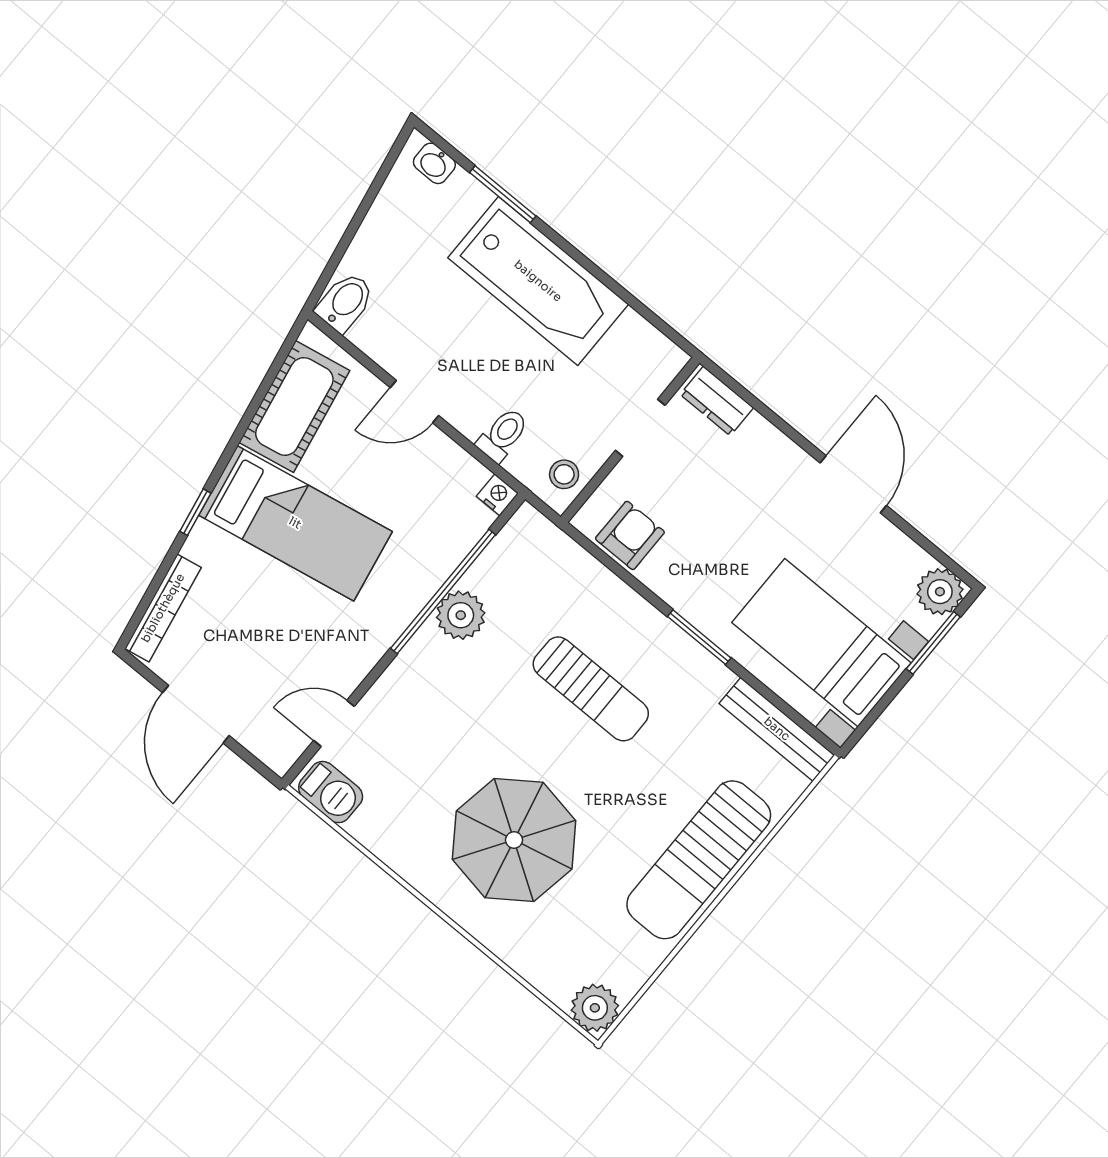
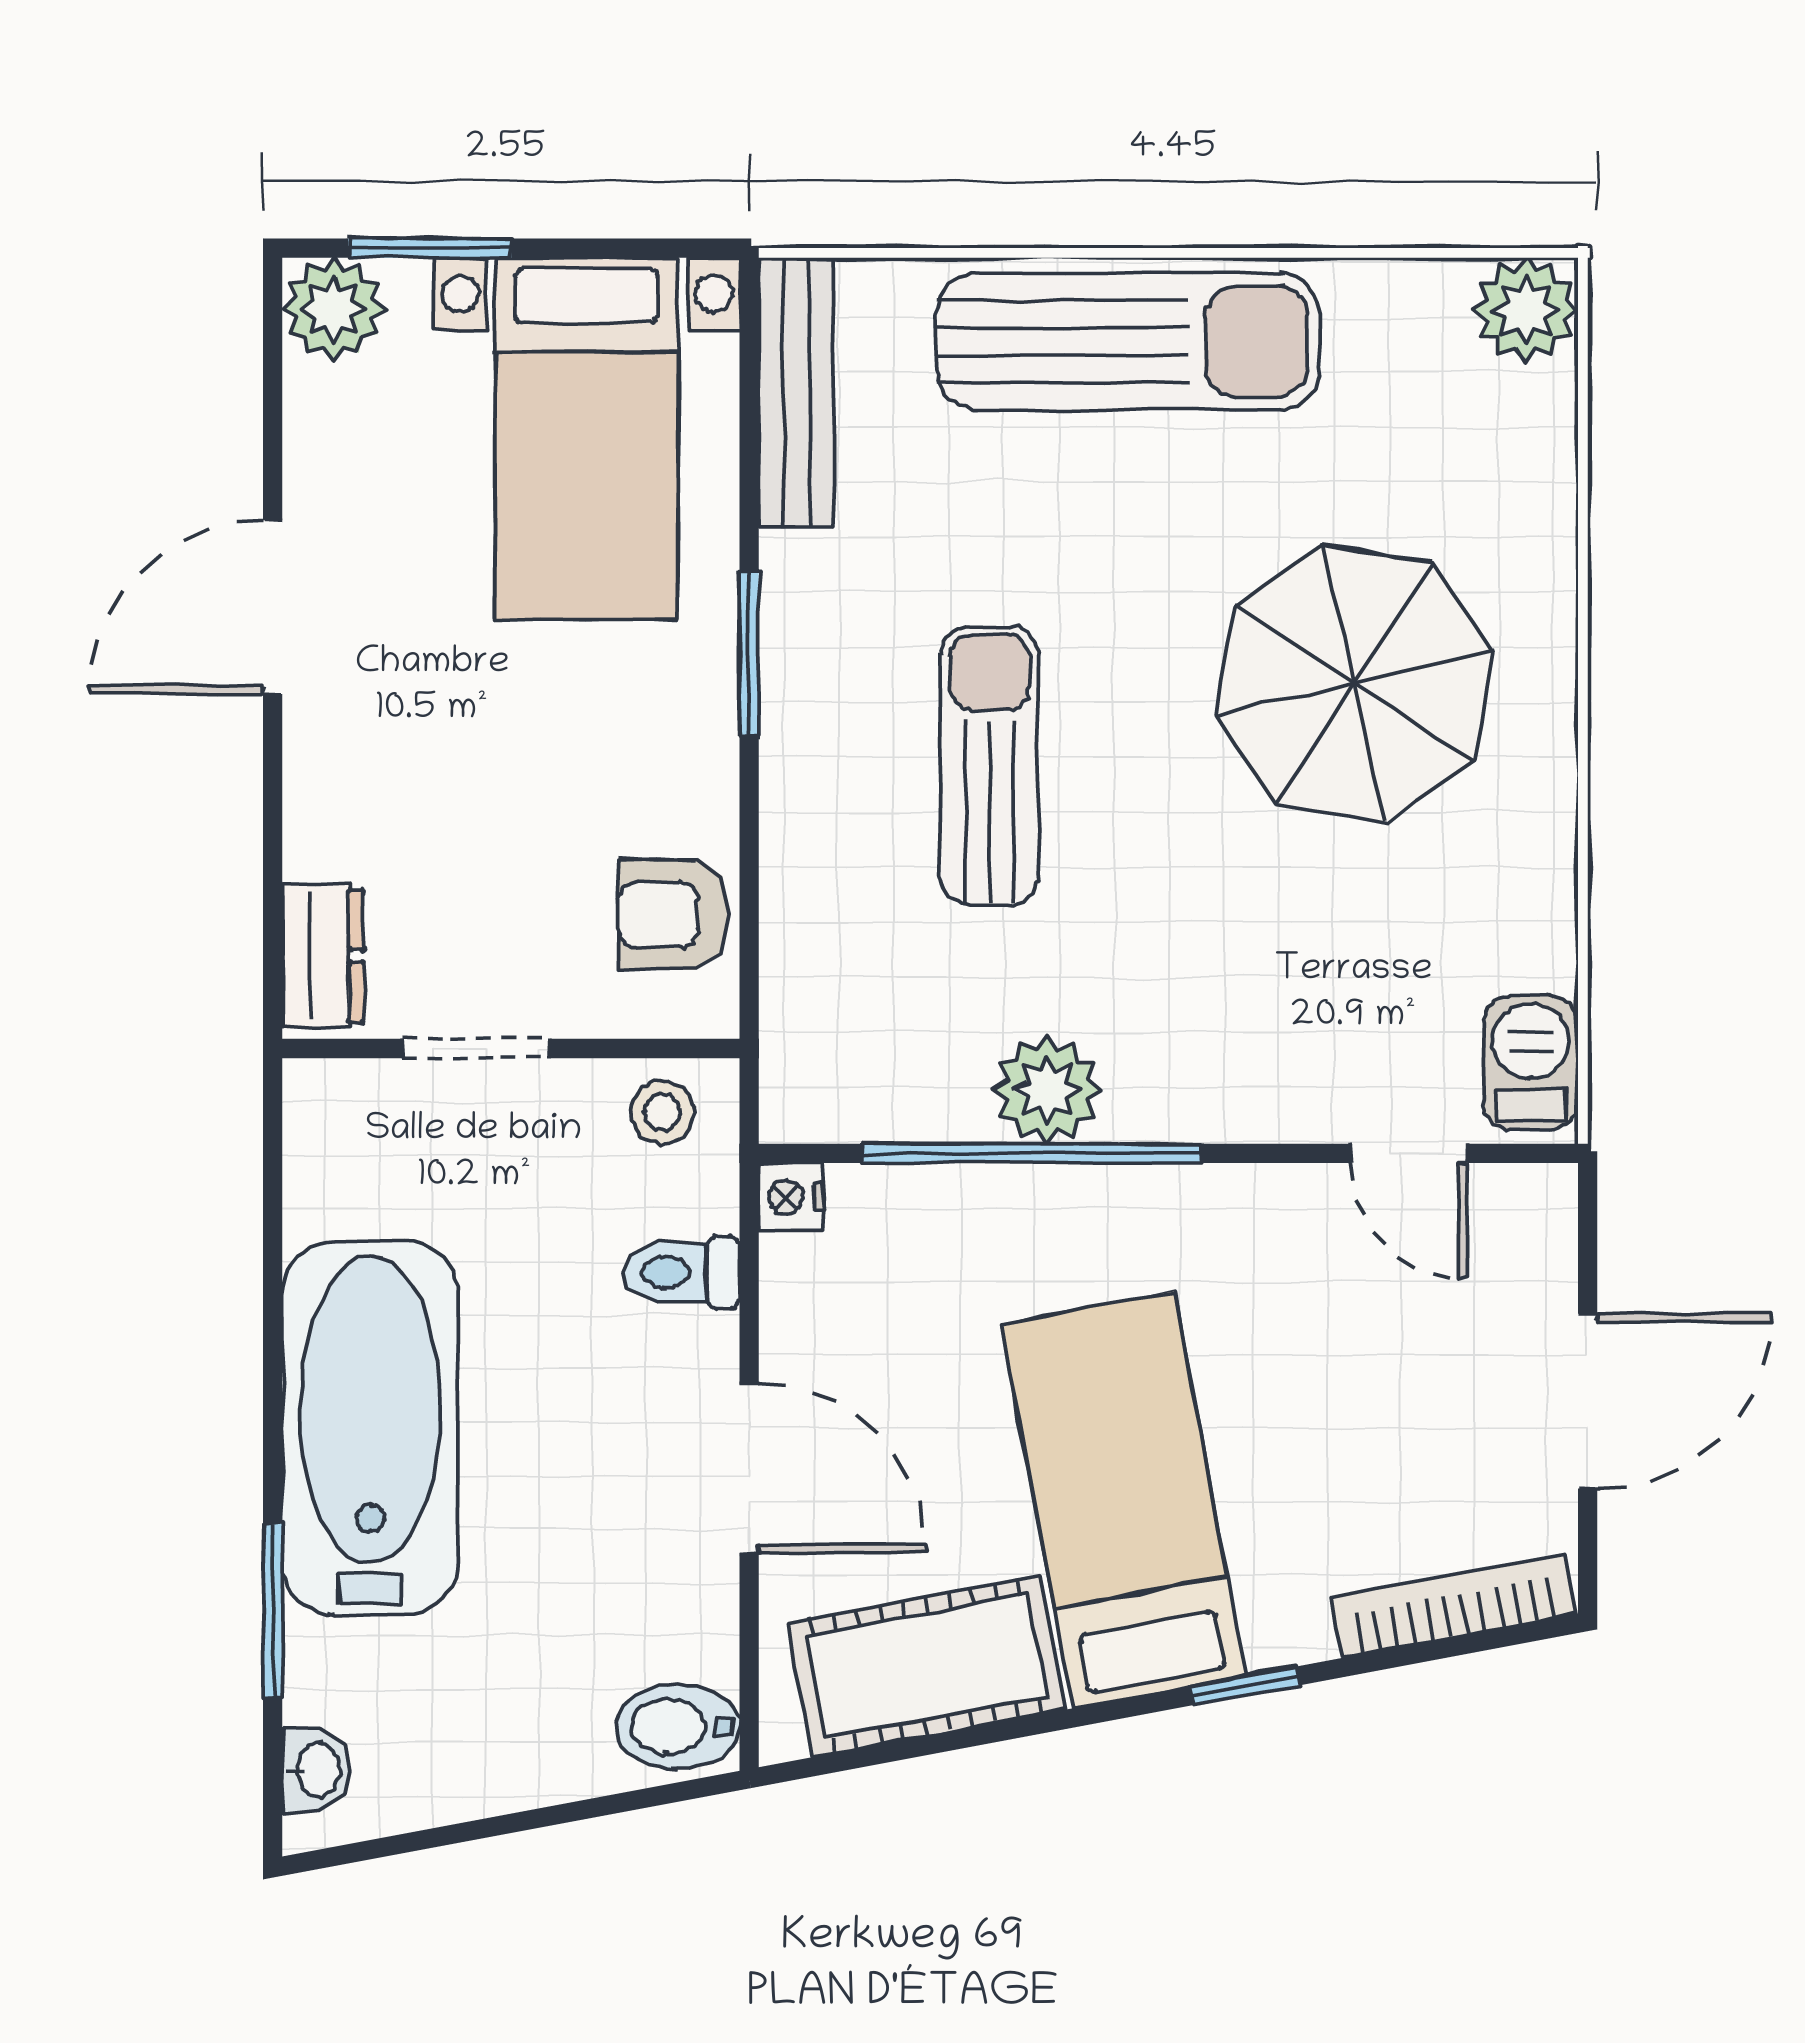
door: (415, 402) -> (749, 1469), width x1.38

